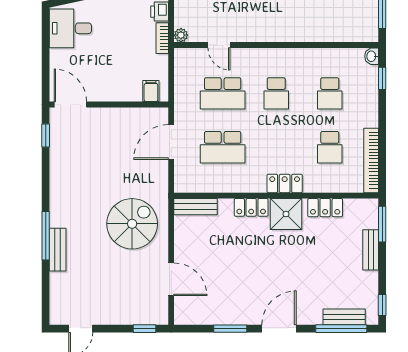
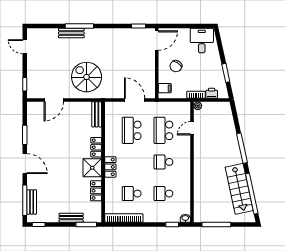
chair: (114, 72) -> (176, 66), added
spiral stairs: (132, 224) -> (87, 77), turned 180

